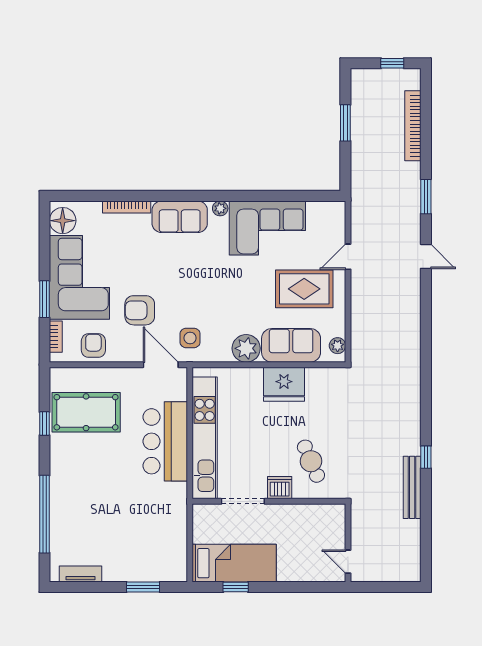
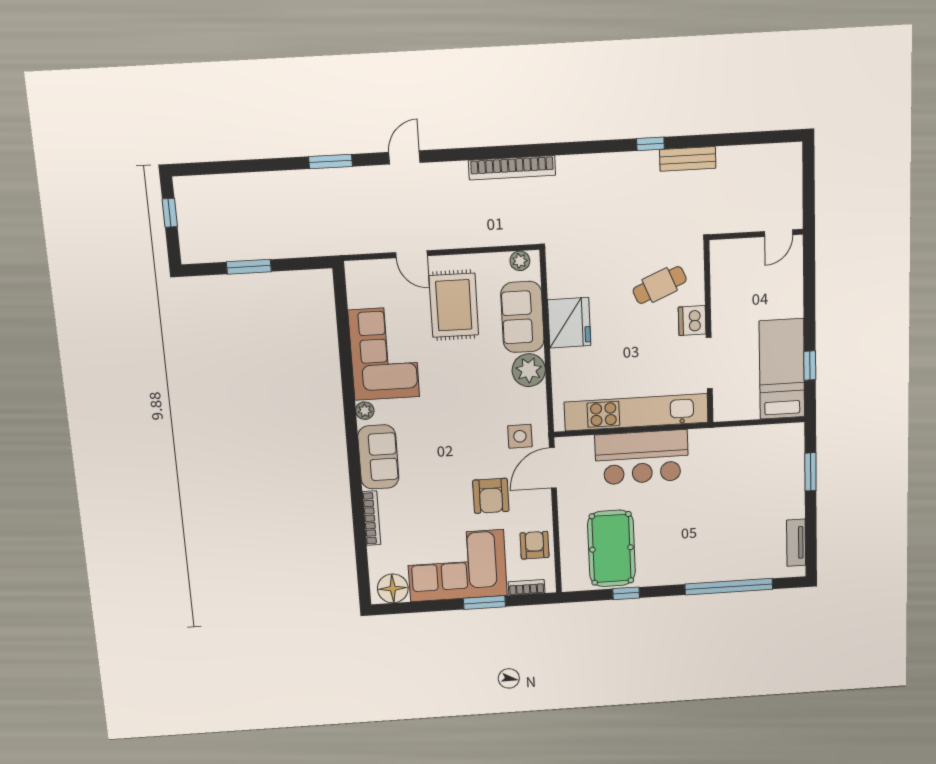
bookcase: (413, 126) -> (512, 168), moved
armchair: (93, 346) -> (535, 545), turned 90
bench: (412, 487) -> (688, 159), width x0.73

